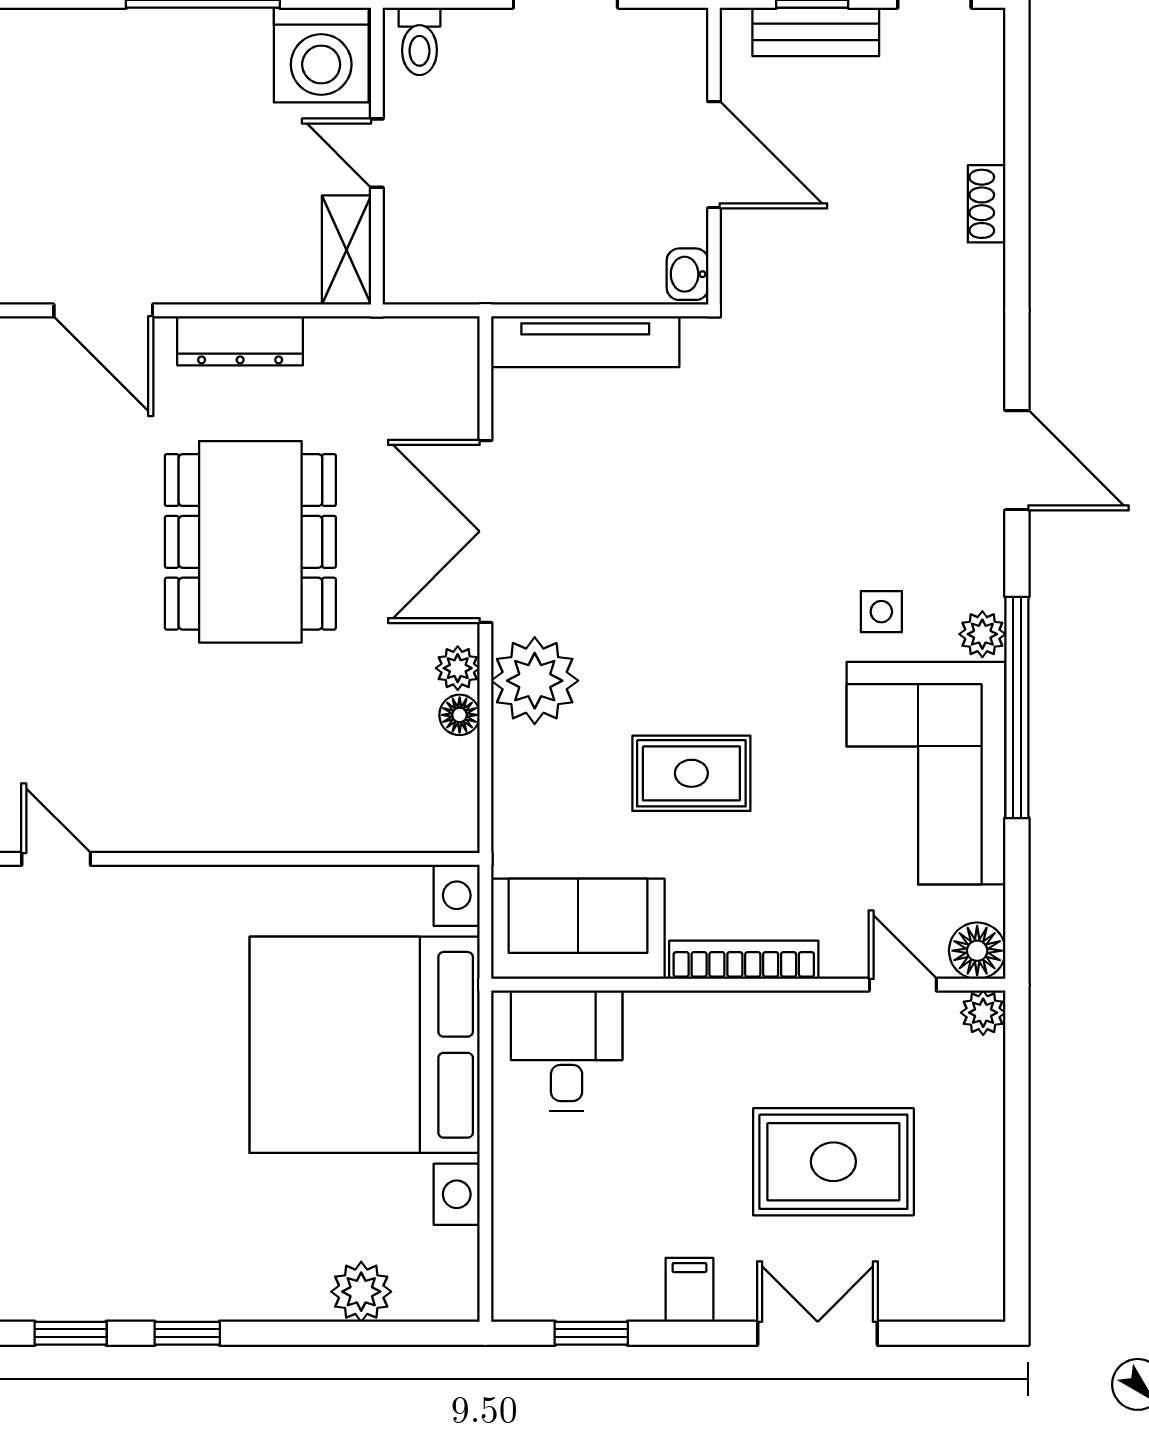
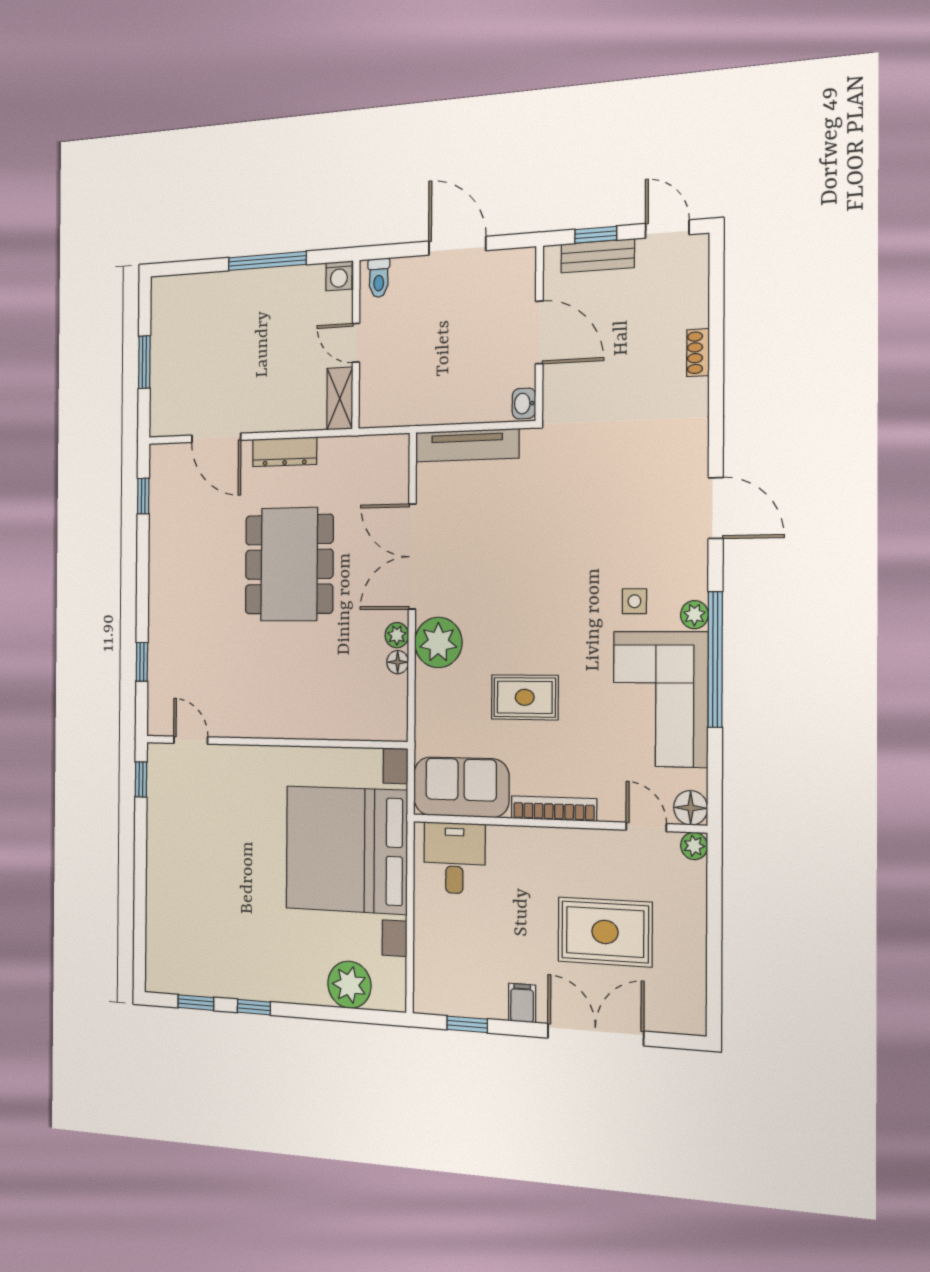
washing machine: (321, 55) -> (339, 276), width x0.53, depth x0.53
plant: (361, 1292) -> (349, 985), width x1.36, depth x1.36
double door: (818, 1333) -> (595, 1035), width x1.37

